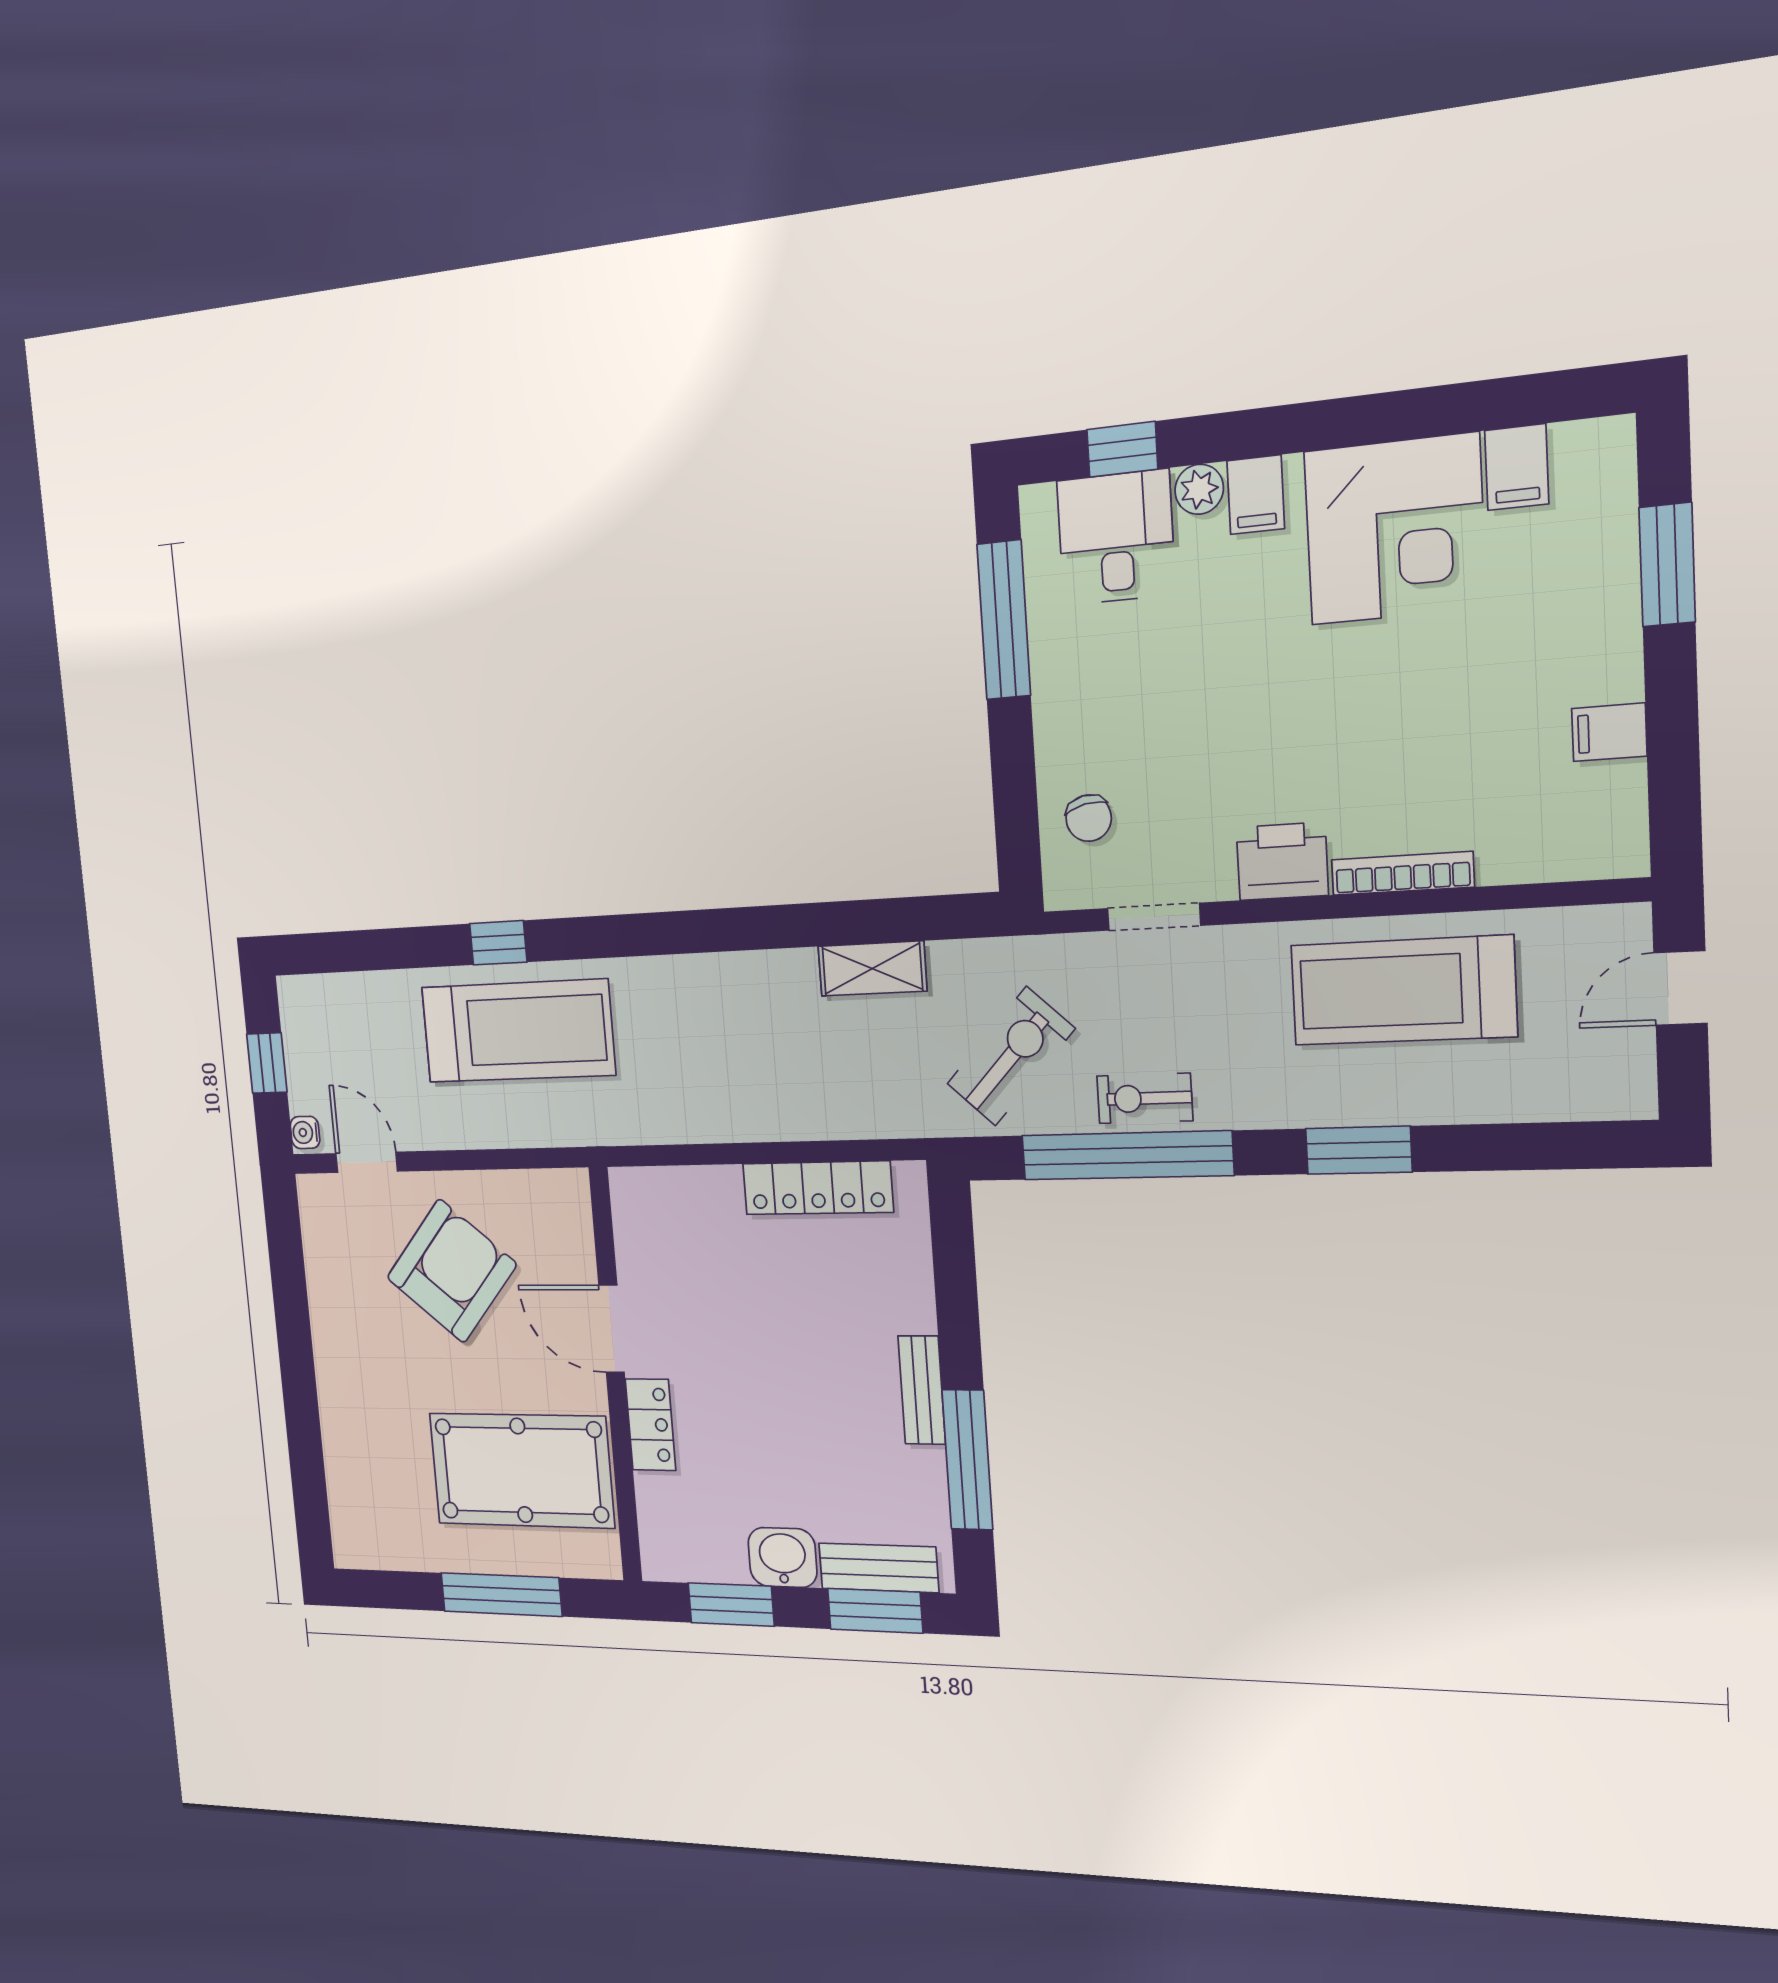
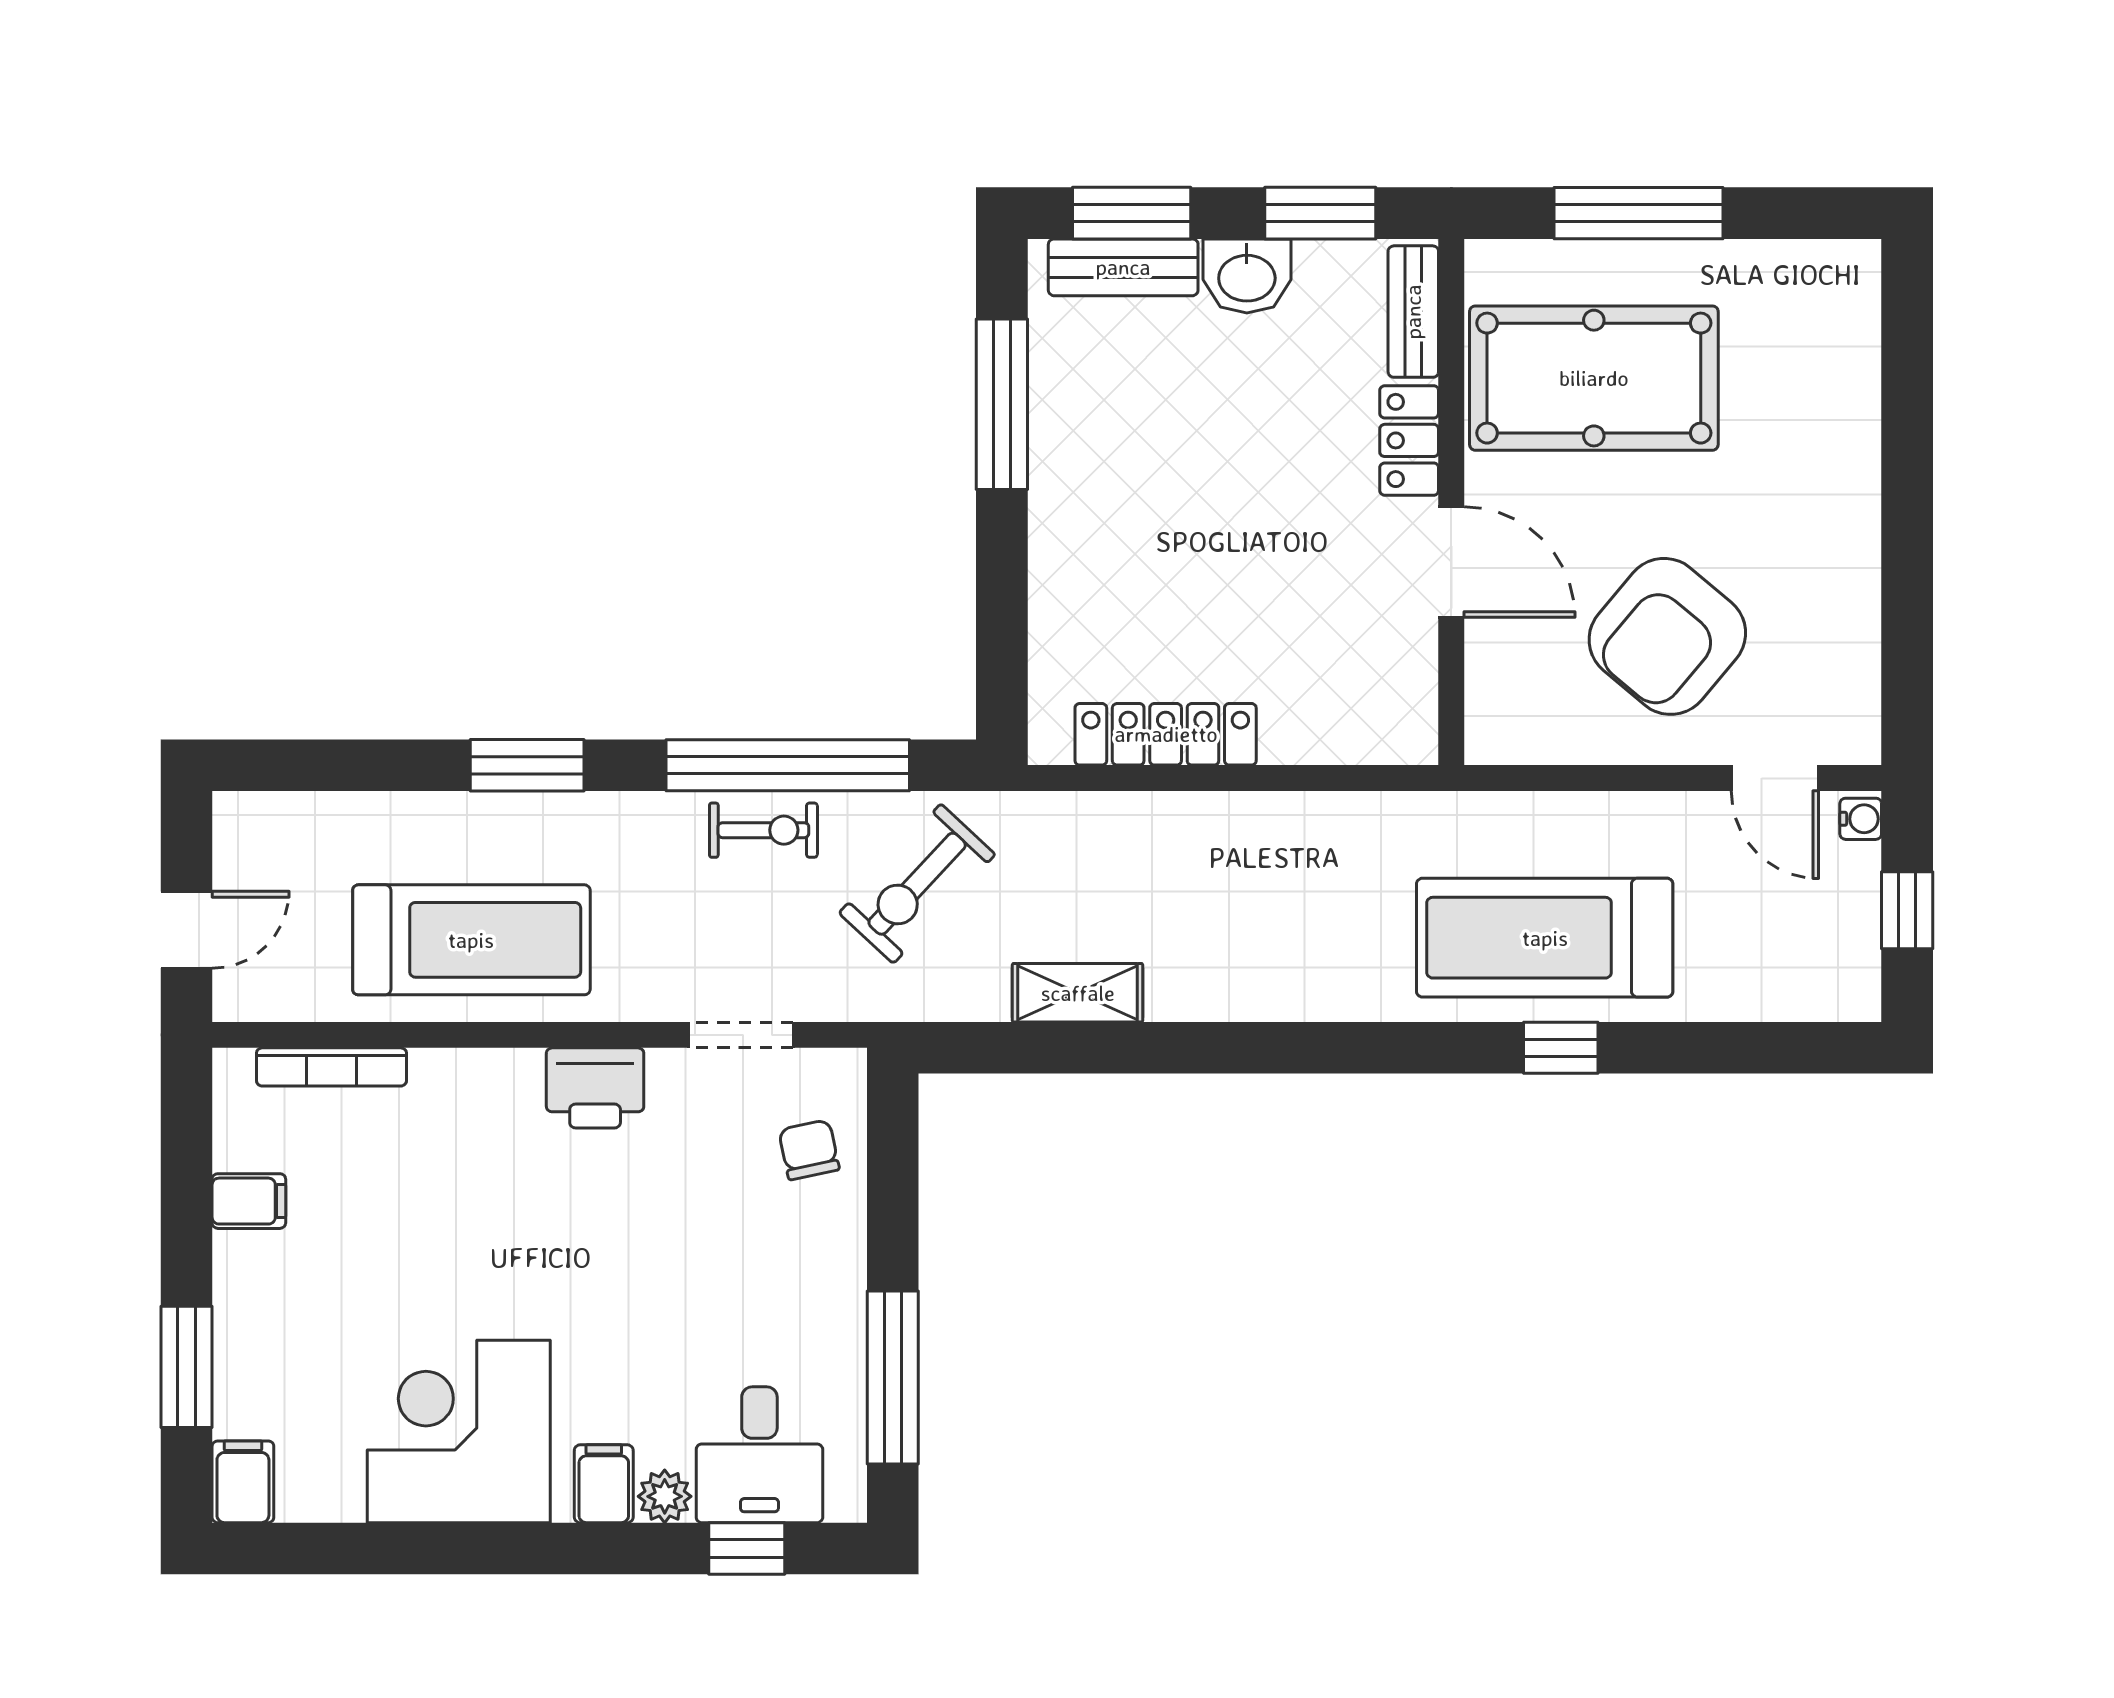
filing cabinet: (1517, 467) -> (243, 1482), moved
bookcase: (1403, 873) -> (331, 1067), moved
bench: (922, 1390) -> (1413, 312), moved

